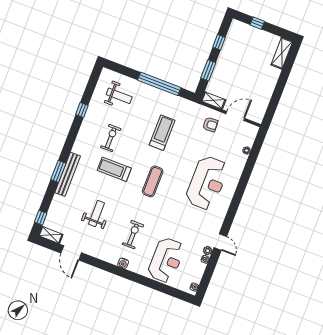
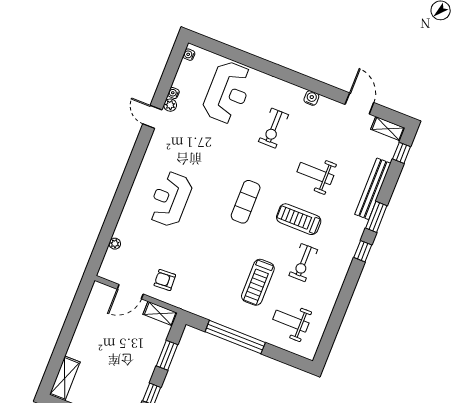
window: (82, 110) -> (363, 251), moved
treadmill: (162, 133) -> (258, 282), moved
treadmill: (114, 169) -> (299, 219), turned 180
bench: (68, 174) -> (373, 189), moved
reception desk: (207, 183) -> (170, 199), width x0.74, depth x0.77
weight bench: (96, 214) -> (315, 174), moved, turned 90
reception desk: (166, 260) -> (228, 92), turned 180
water cooler: (123, 263) -> (311, 98), moved

